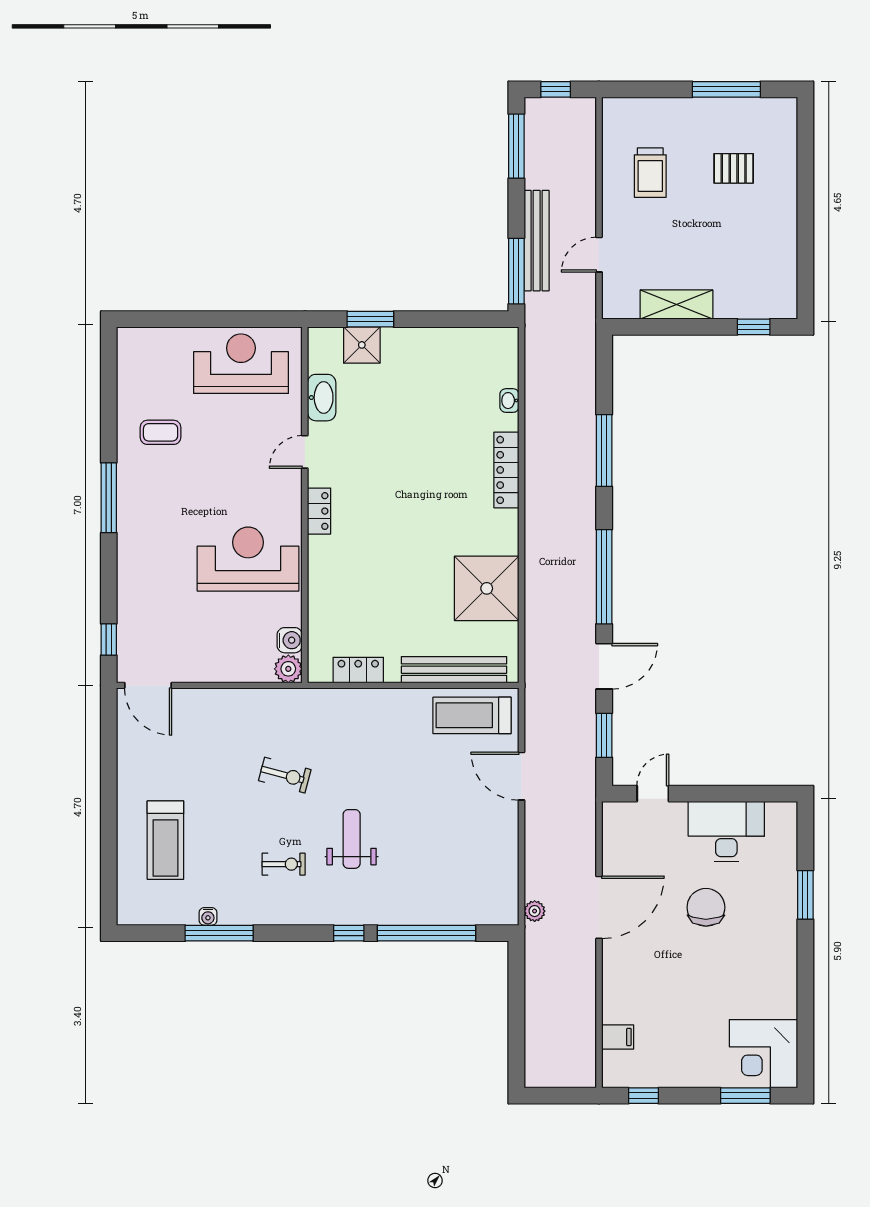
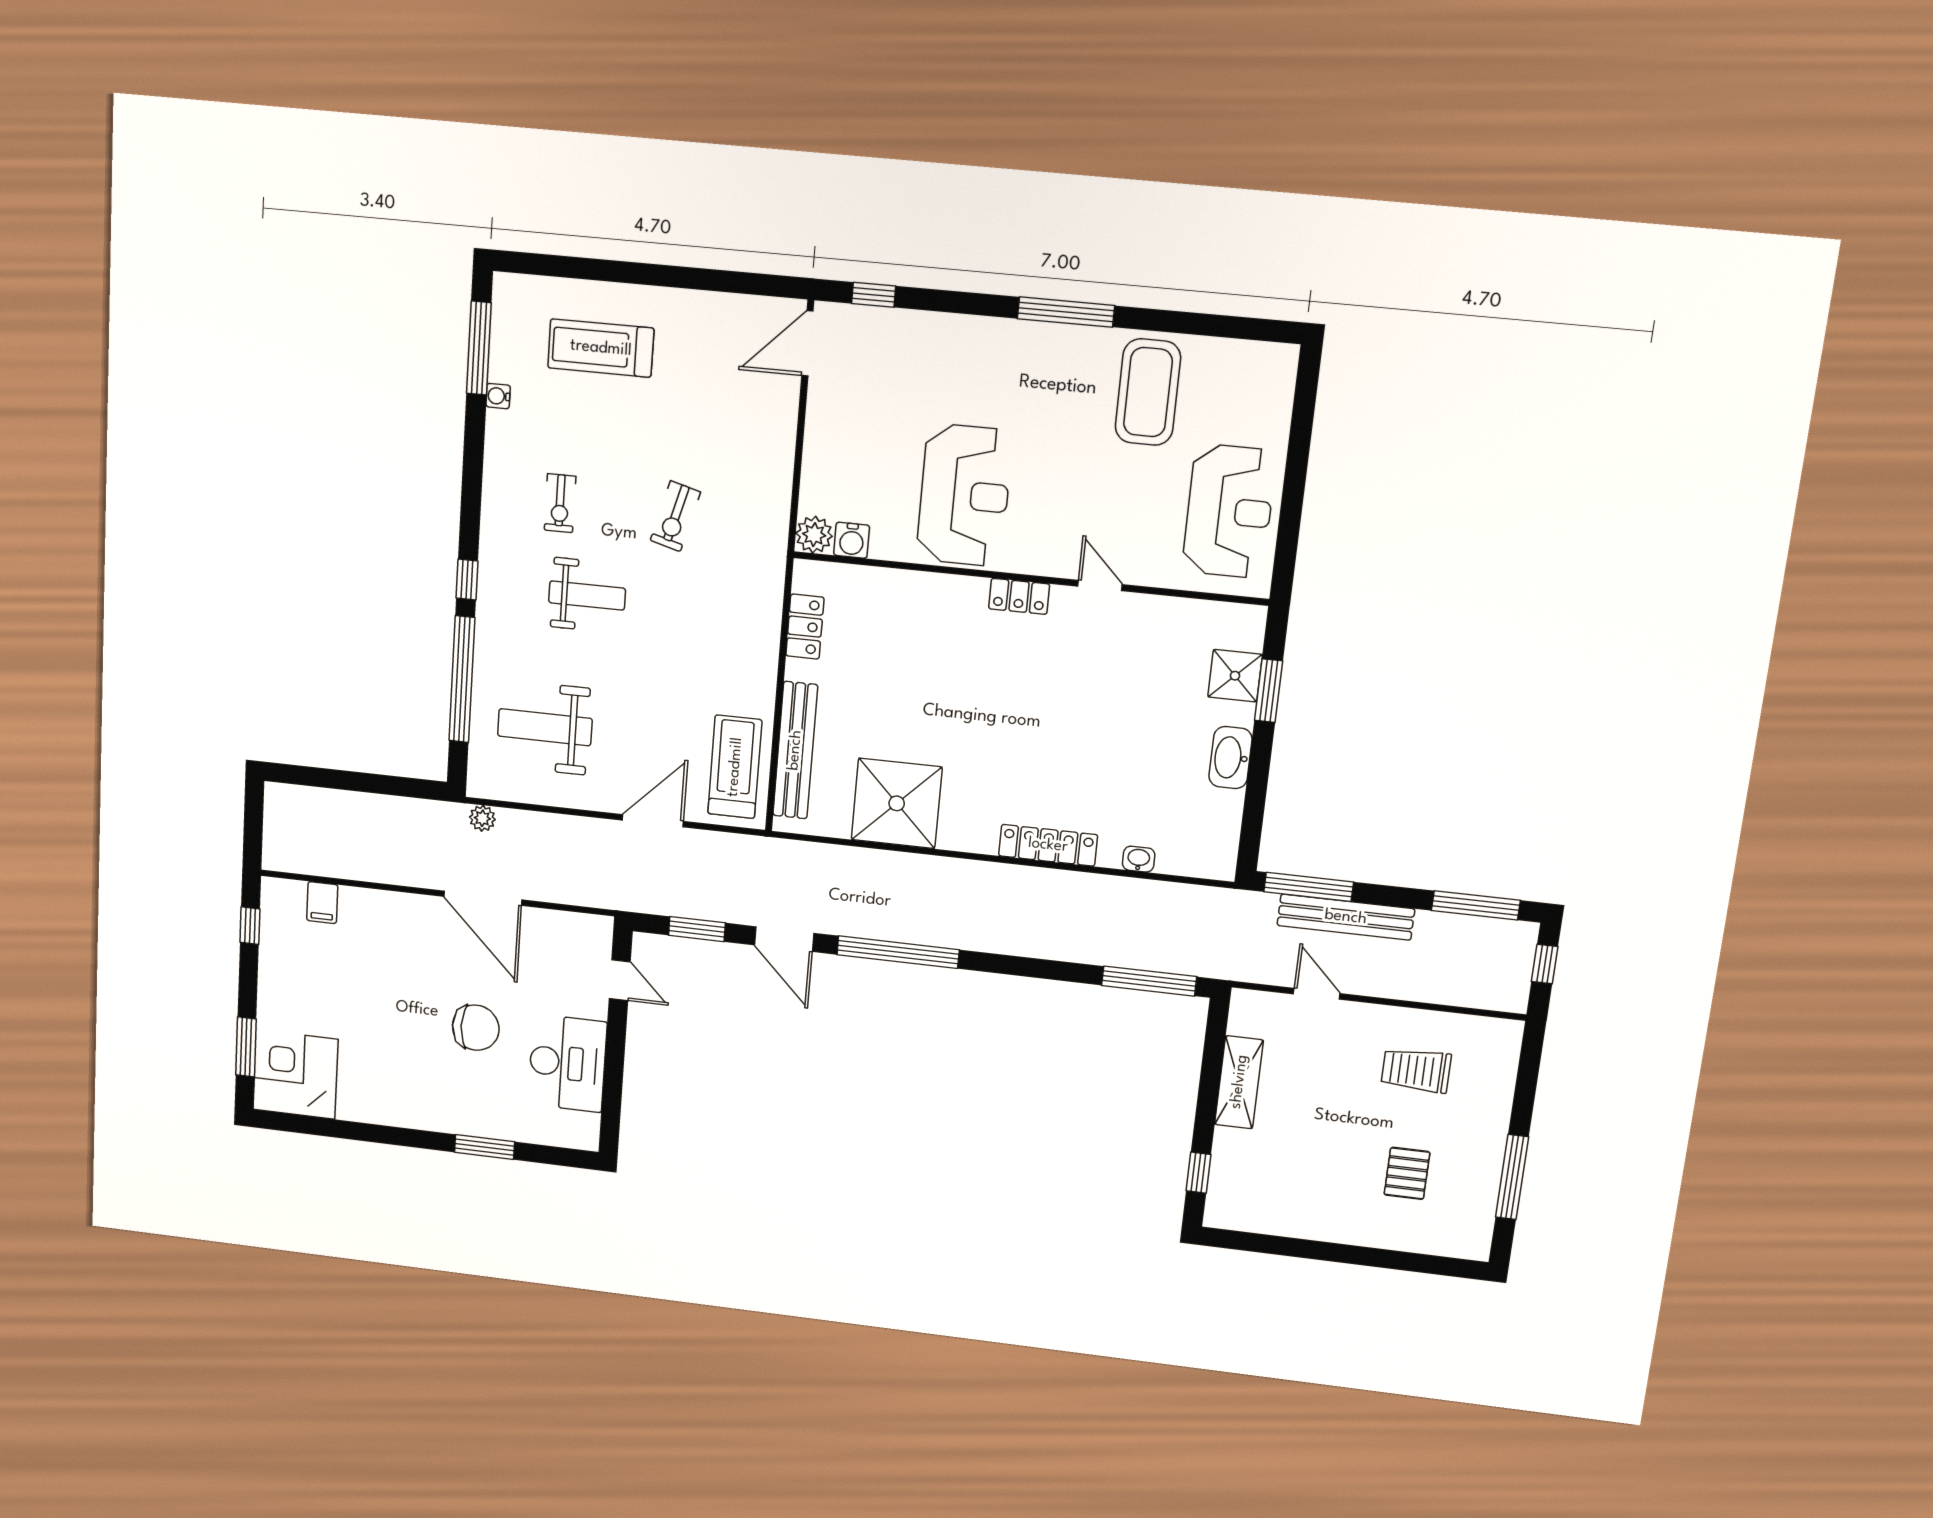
washbasin: (322, 398) -> (1230, 758), moved, turned 90
coffee table: (161, 432) -> (1148, 392), width x1.86, depth x1.72
window: (604, 450) -> (1149, 981), moved
weight bench: (457, 866) -> (545, 727), added
window: (219, 933) -> (479, 348), moved

